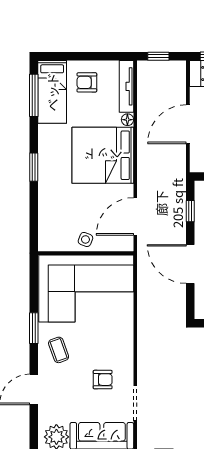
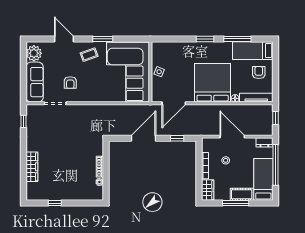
window: (34, 95) -> (237, 39), moved
door: (135, 216) -> (174, 103), swing flipped

